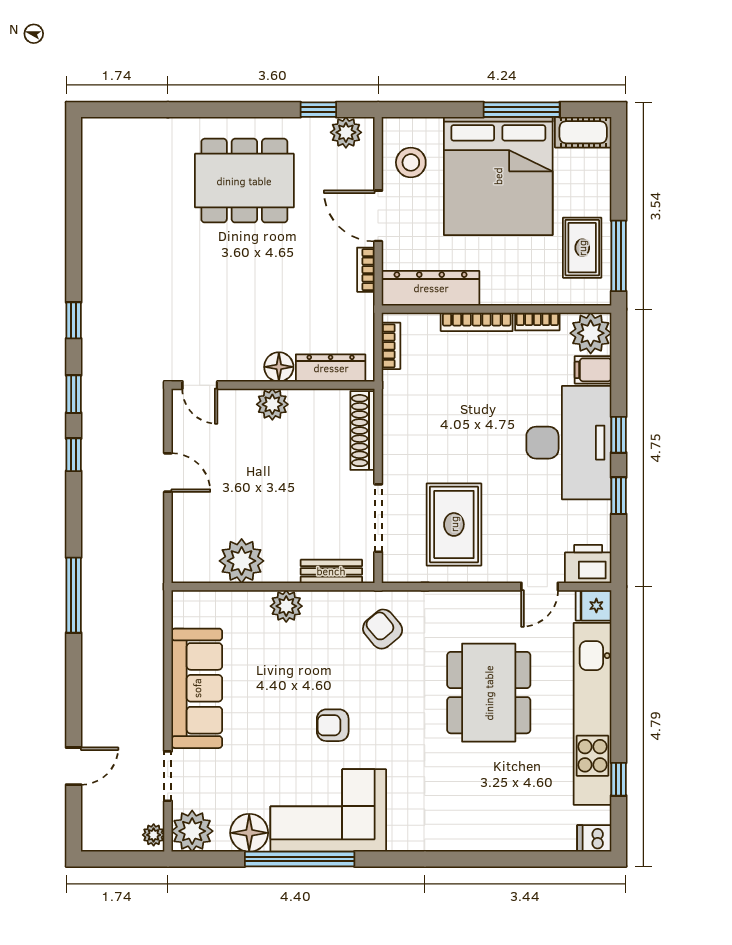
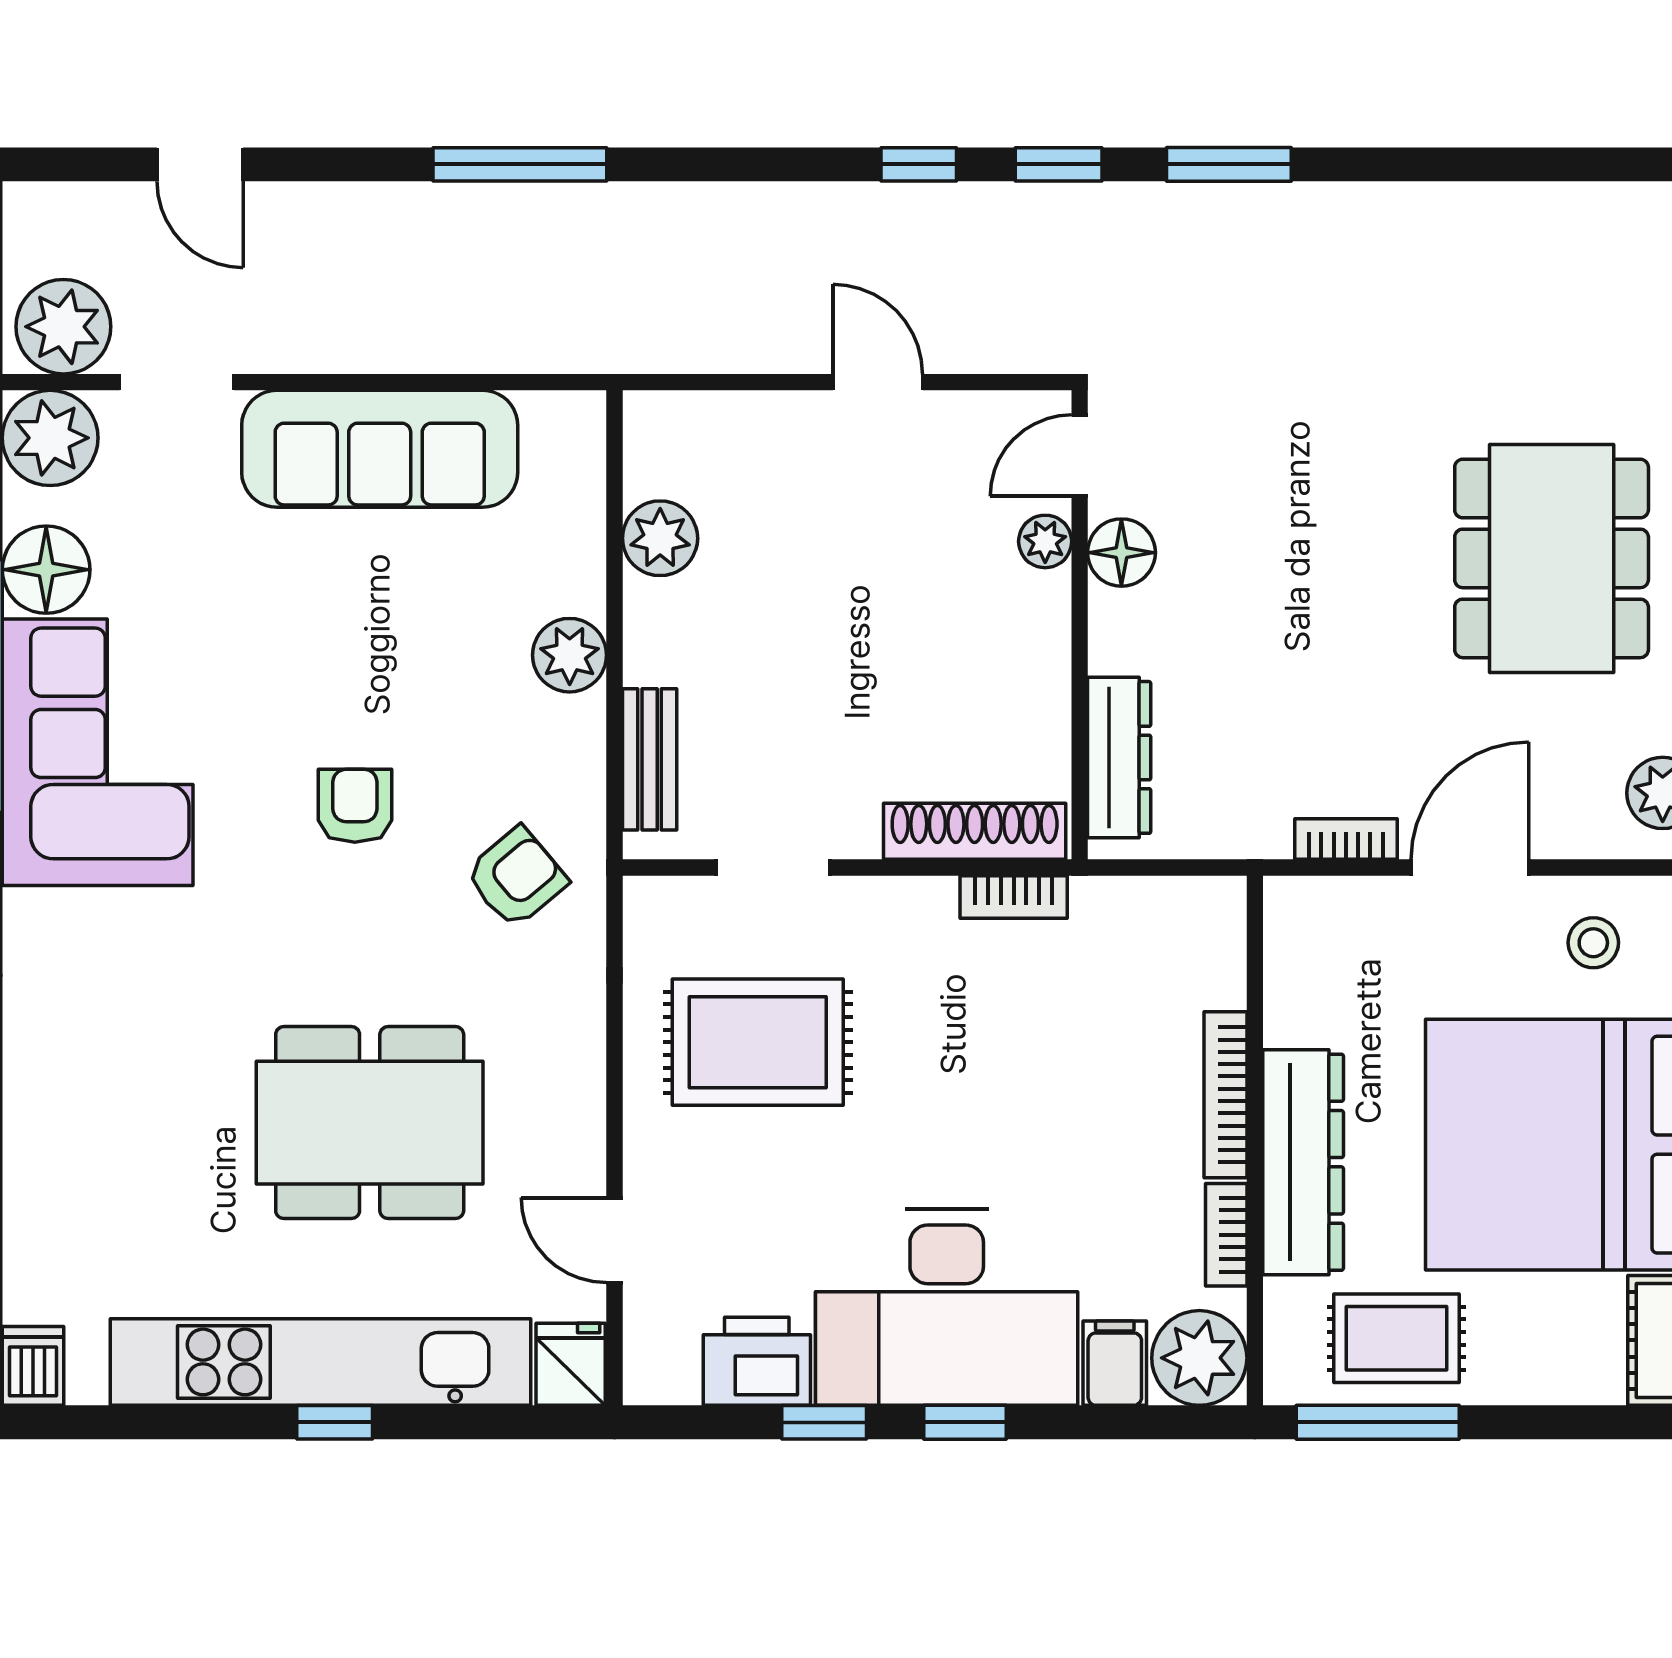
stool: (411, 162) -> (1593, 943), width x0.73, depth x0.73
dresser: (431, 288) -> (1303, 1162), moved
window: (74, 320) -> (1229, 164), width x1.50
bookcase: (391, 346) -> (1014, 897), moved
floor lamp: (279, 367) -> (1121, 553), moved
plant: (272, 404) -> (1045, 541), moved, width x0.73, depth x0.73
door: (168, 473) -> (878, 382), swing flipped
doorway: (378, 518) -> (773, 867), width x0.73
plant: (242, 561) -> (660, 538), width x0.73, depth x0.73
printer: (588, 564) -> (757, 1361), moved, turned -90
window: (74, 595) -> (520, 164), moved
armchair: (333, 725) -> (355, 806), moved
window: (619, 779) -> (335, 1422), moved
plant: (154, 835) -> (63, 327), width x1.88, depth x1.88

